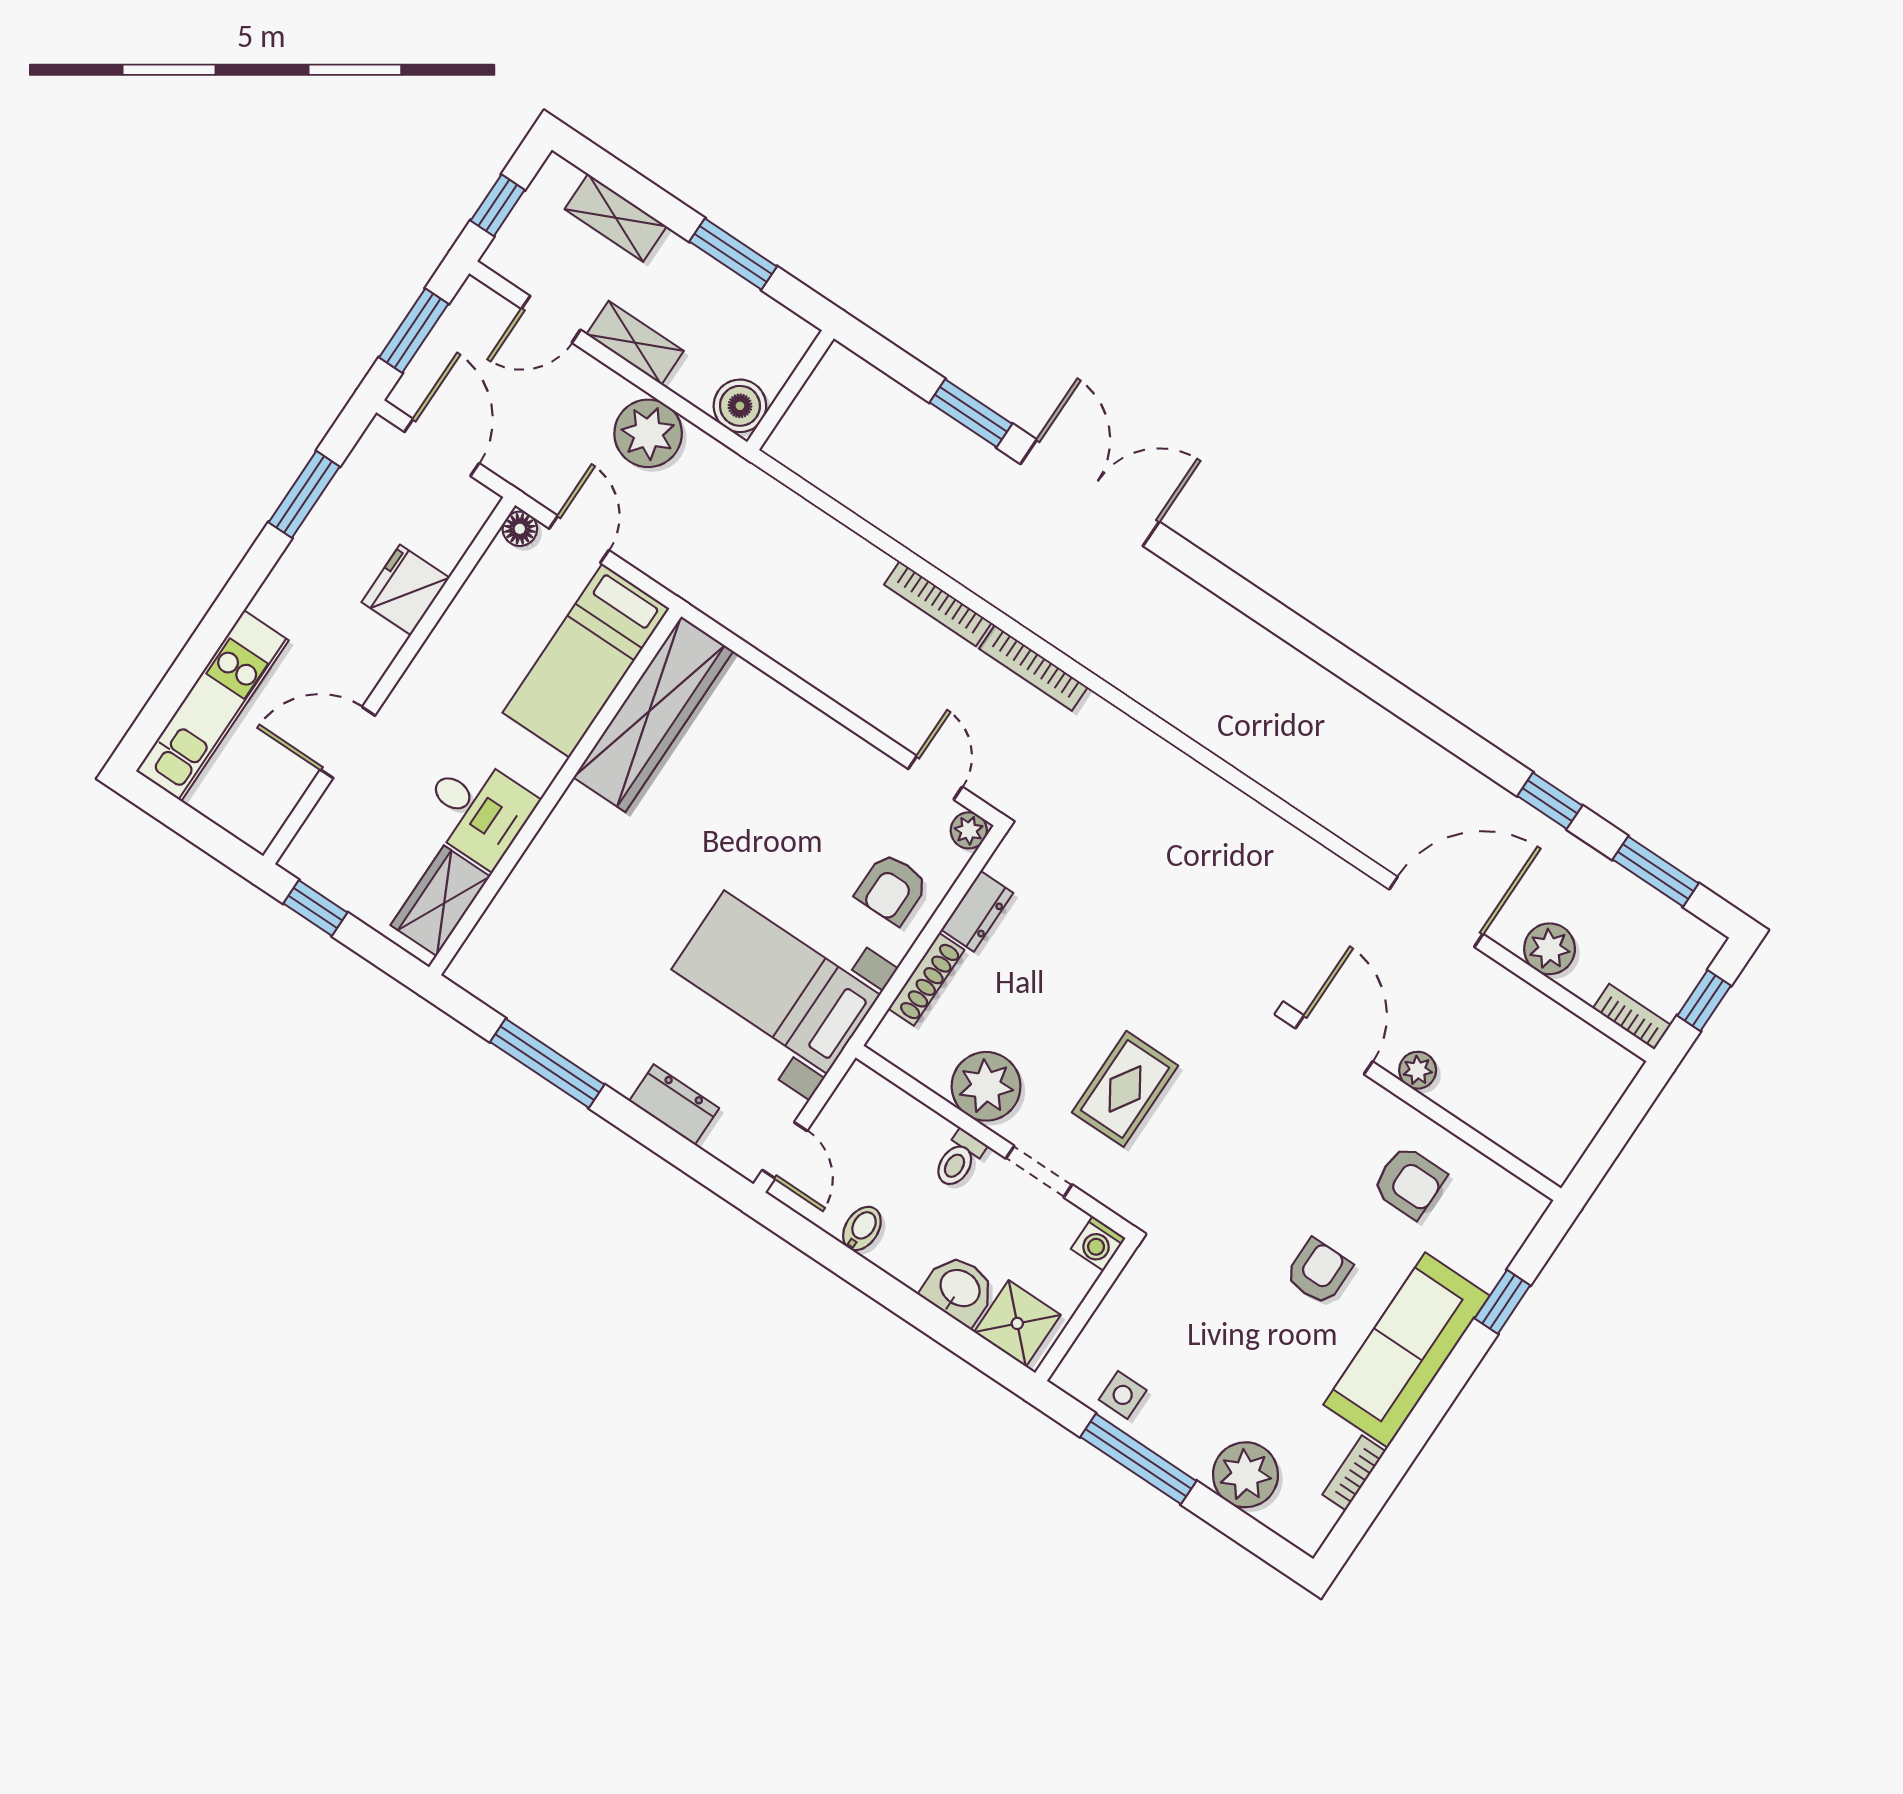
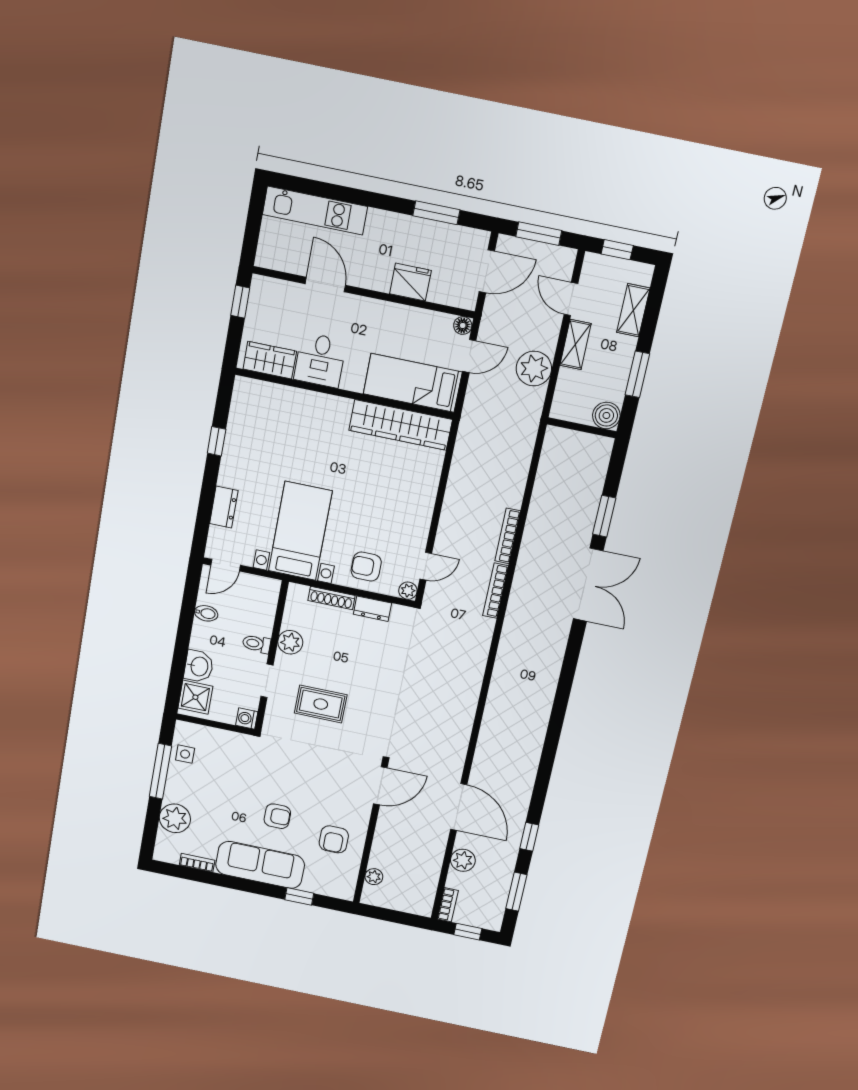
boiler: (740, 406) -> (606, 415), moved
window: (547, 1063) -> (217, 441), width x0.46
plant: (1418, 1070) -> (374, 877), moved
plant: (986, 1086) -> (290, 642), width x0.73, depth x0.73

